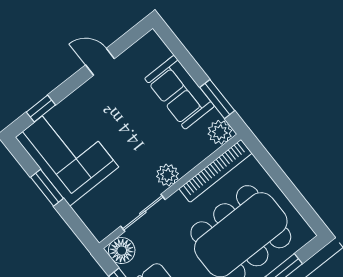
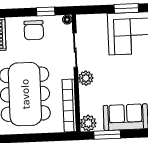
floor lamp: (122, 251) -> (67, 20), width x0.53, depth x0.53

